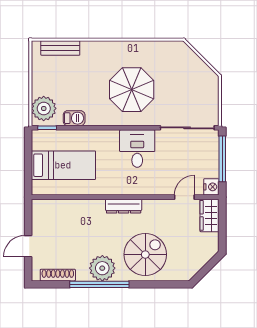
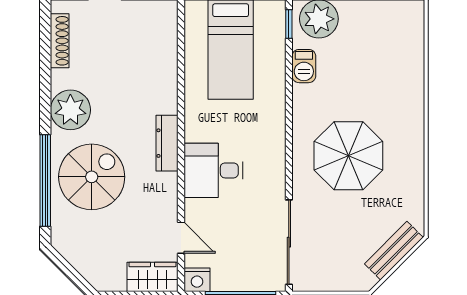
bench: (60, 48) -> (394, 251), moved, turned 45
desk: (137, 149) -> (213, 170), moved, turned 180
spiral stairs: (145, 255) -> (92, 177), turned -90
window: (99, 284) -> (45, 180), moved

